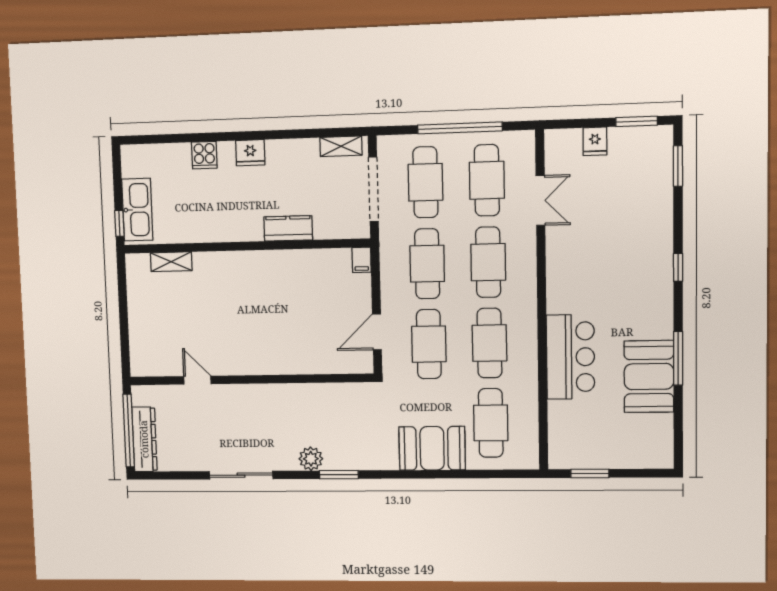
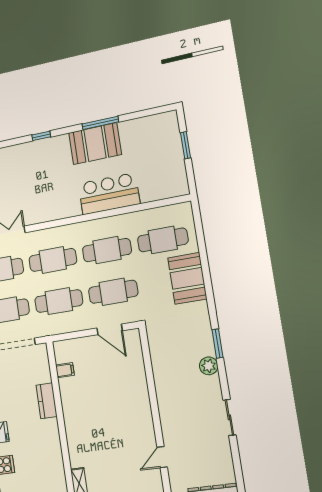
filing cabinet: (362, 260) -> (65, 370), moved
booth: (649, 377) -> (95, 144), moved
window: (590, 473) -> (185, 145), moved
sliding door: (241, 475) -> (229, 417), width x0.73

